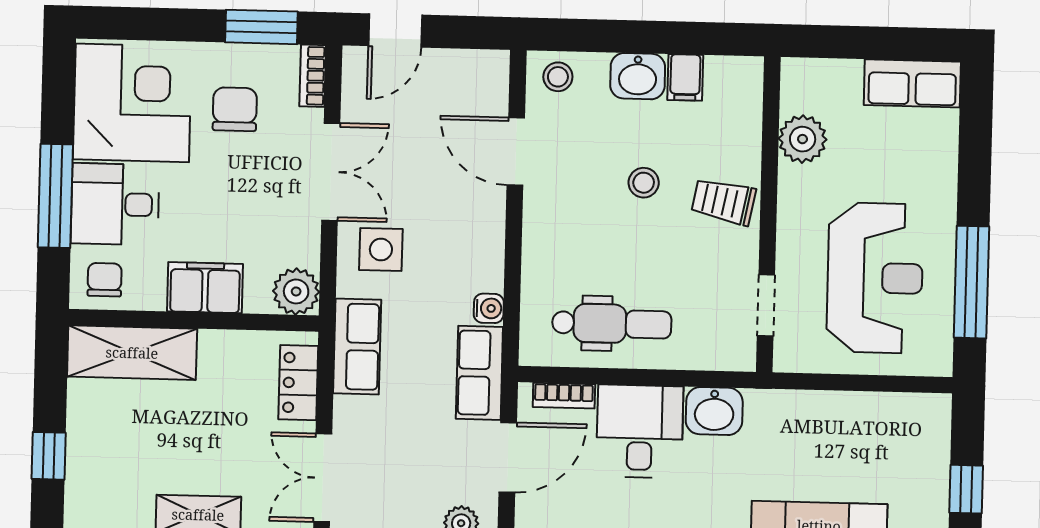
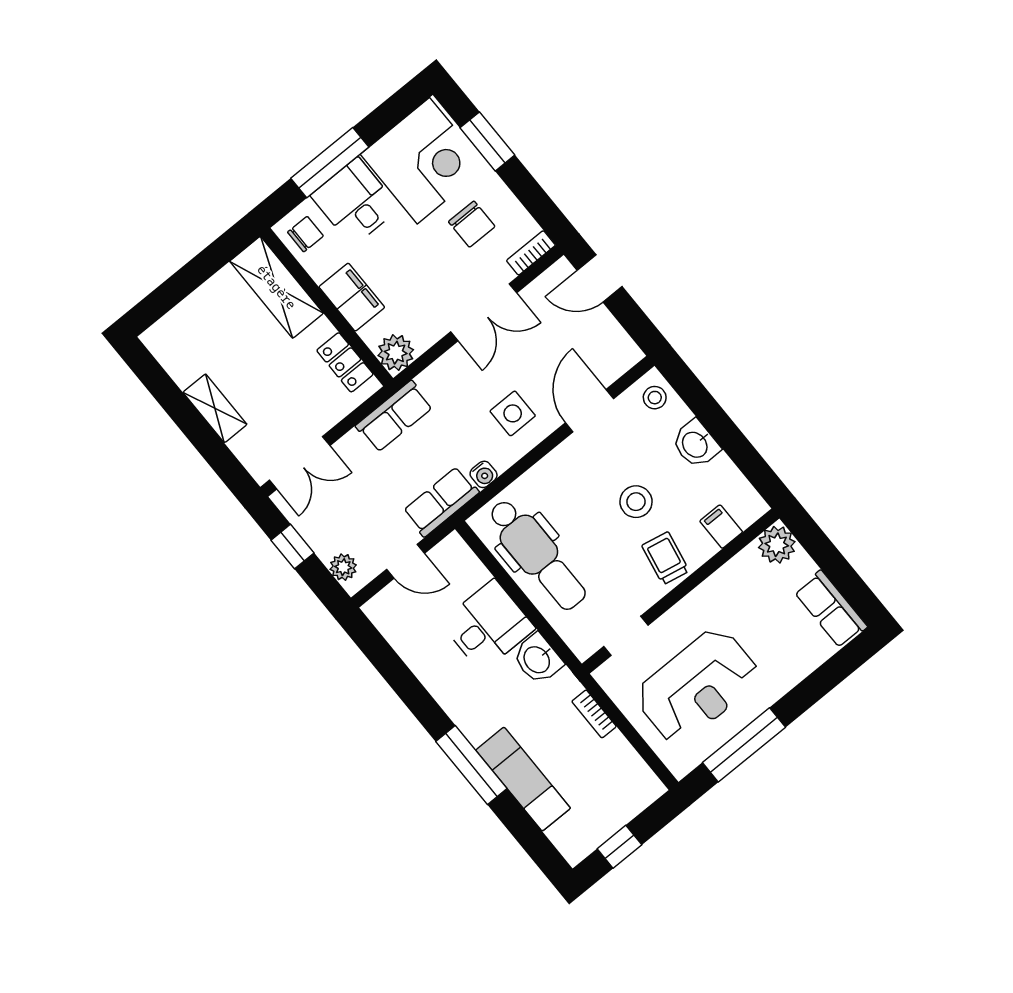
window: (261, 27) -> (487, 141), moved
filing cabinet: (685, 77) -> (721, 527), moved, turned 90
chair: (235, 109) -> (472, 224), turned 90
plant: (803, 139) -> (777, 545), moved
stool: (644, 183) -> (636, 502), width x1.37, depth x1.37
side table: (381, 250) -> (513, 413), moved
dental chair: (612, 324) -> (537, 554), width x1.36, depth x1.38
locker: (298, 383) -> (345, 362), moved, turned -90
bookcase: (564, 396) -> (594, 714), moved
window: (49, 456) -> (174, 291), removed
door: (508, 457) -> (406, 561), width x0.73
double door: (323, 478) -> (300, 463), swing flipped

